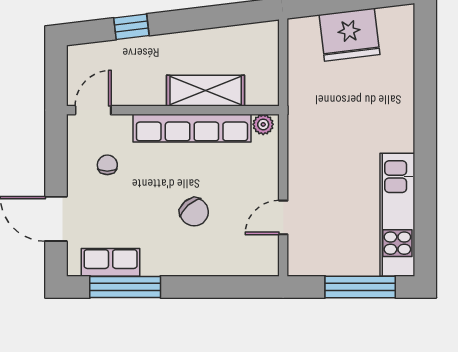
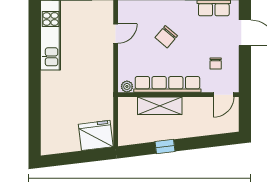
window: (131, 27) -> (165, 147), moved
fridge: (349, 35) -> (96, 135), moved
chair: (194, 212) -> (166, 37), turned -99

